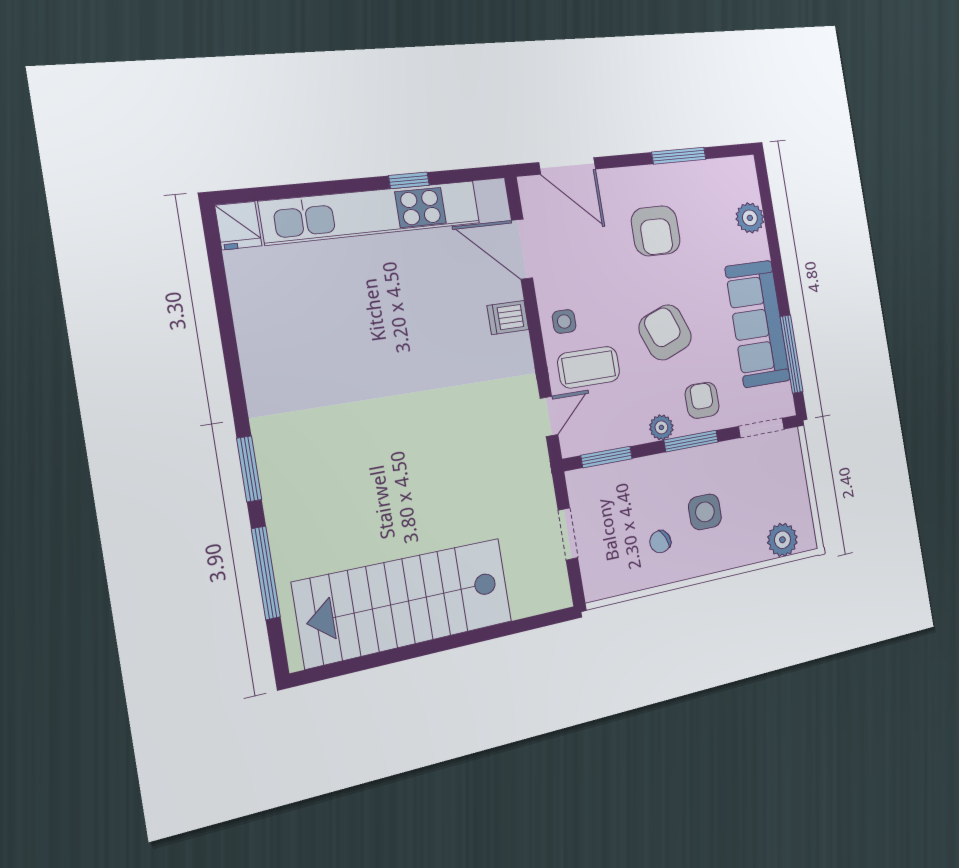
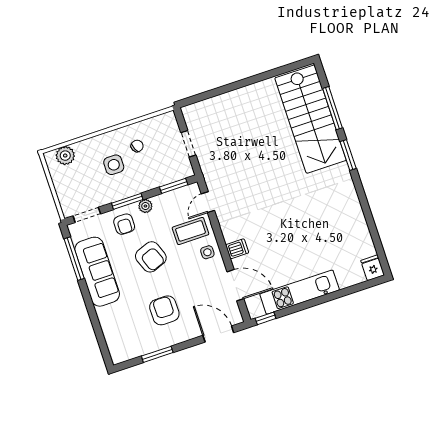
window: (409, 180) -> (266, 318), moved
kitchen unit: (372, 212) -> (300, 292), width x0.73
plant: (750, 218) -> (110, 330), removed
stairs: (404, 602) -> (311, 119), moved, turned 90

